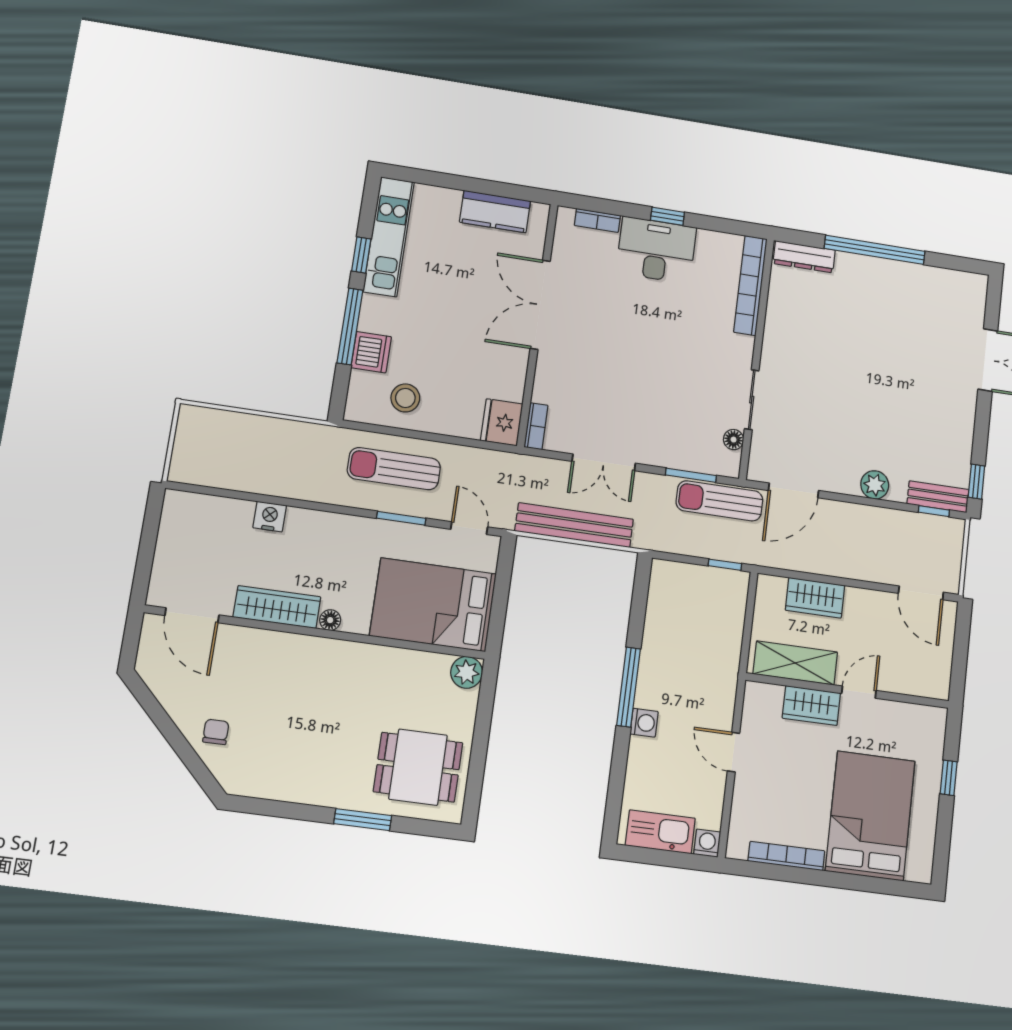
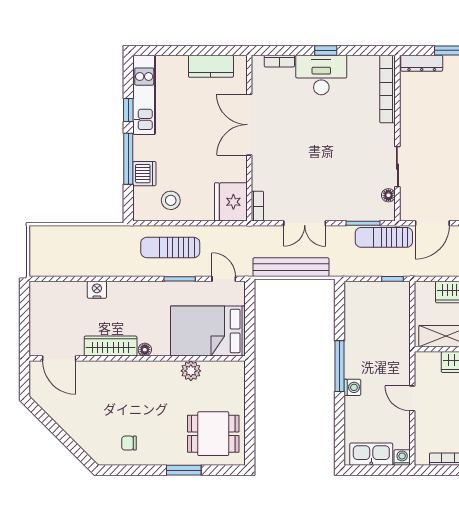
fridge: (502, 422) -> (231, 202), width x1.36, depth x1.34
plant: (467, 672) -> (191, 371), moved
chair: (216, 732) -> (129, 443), moved, turned -90

